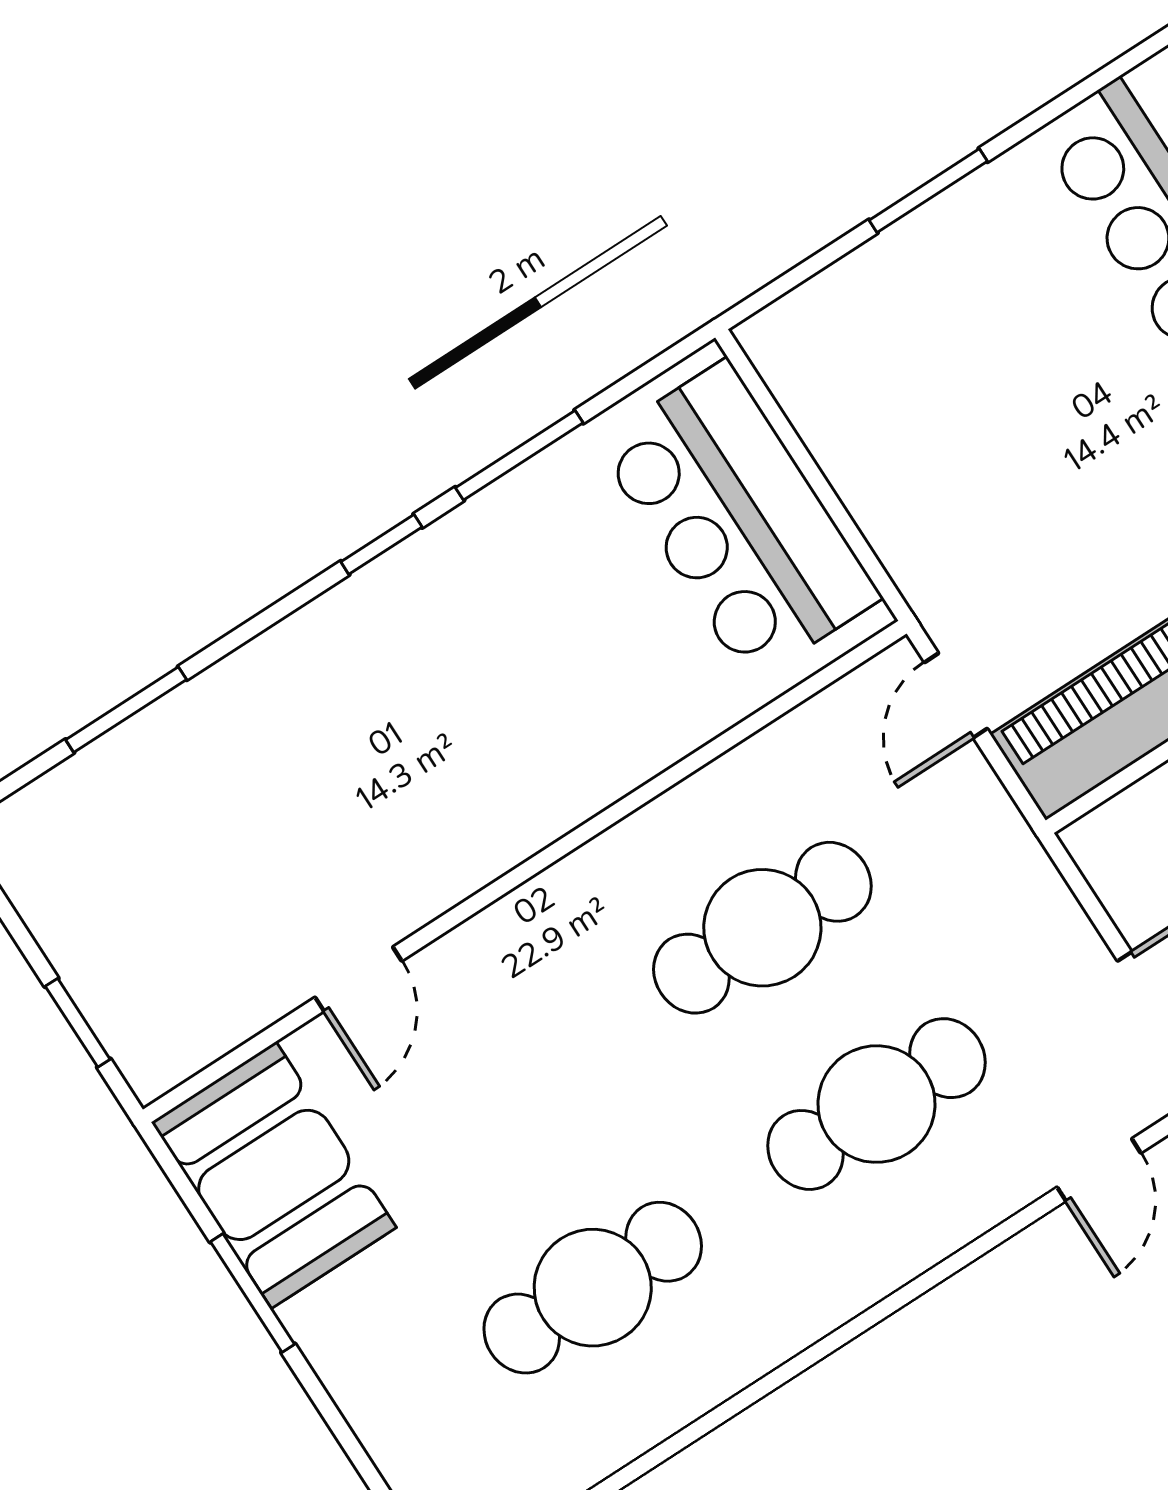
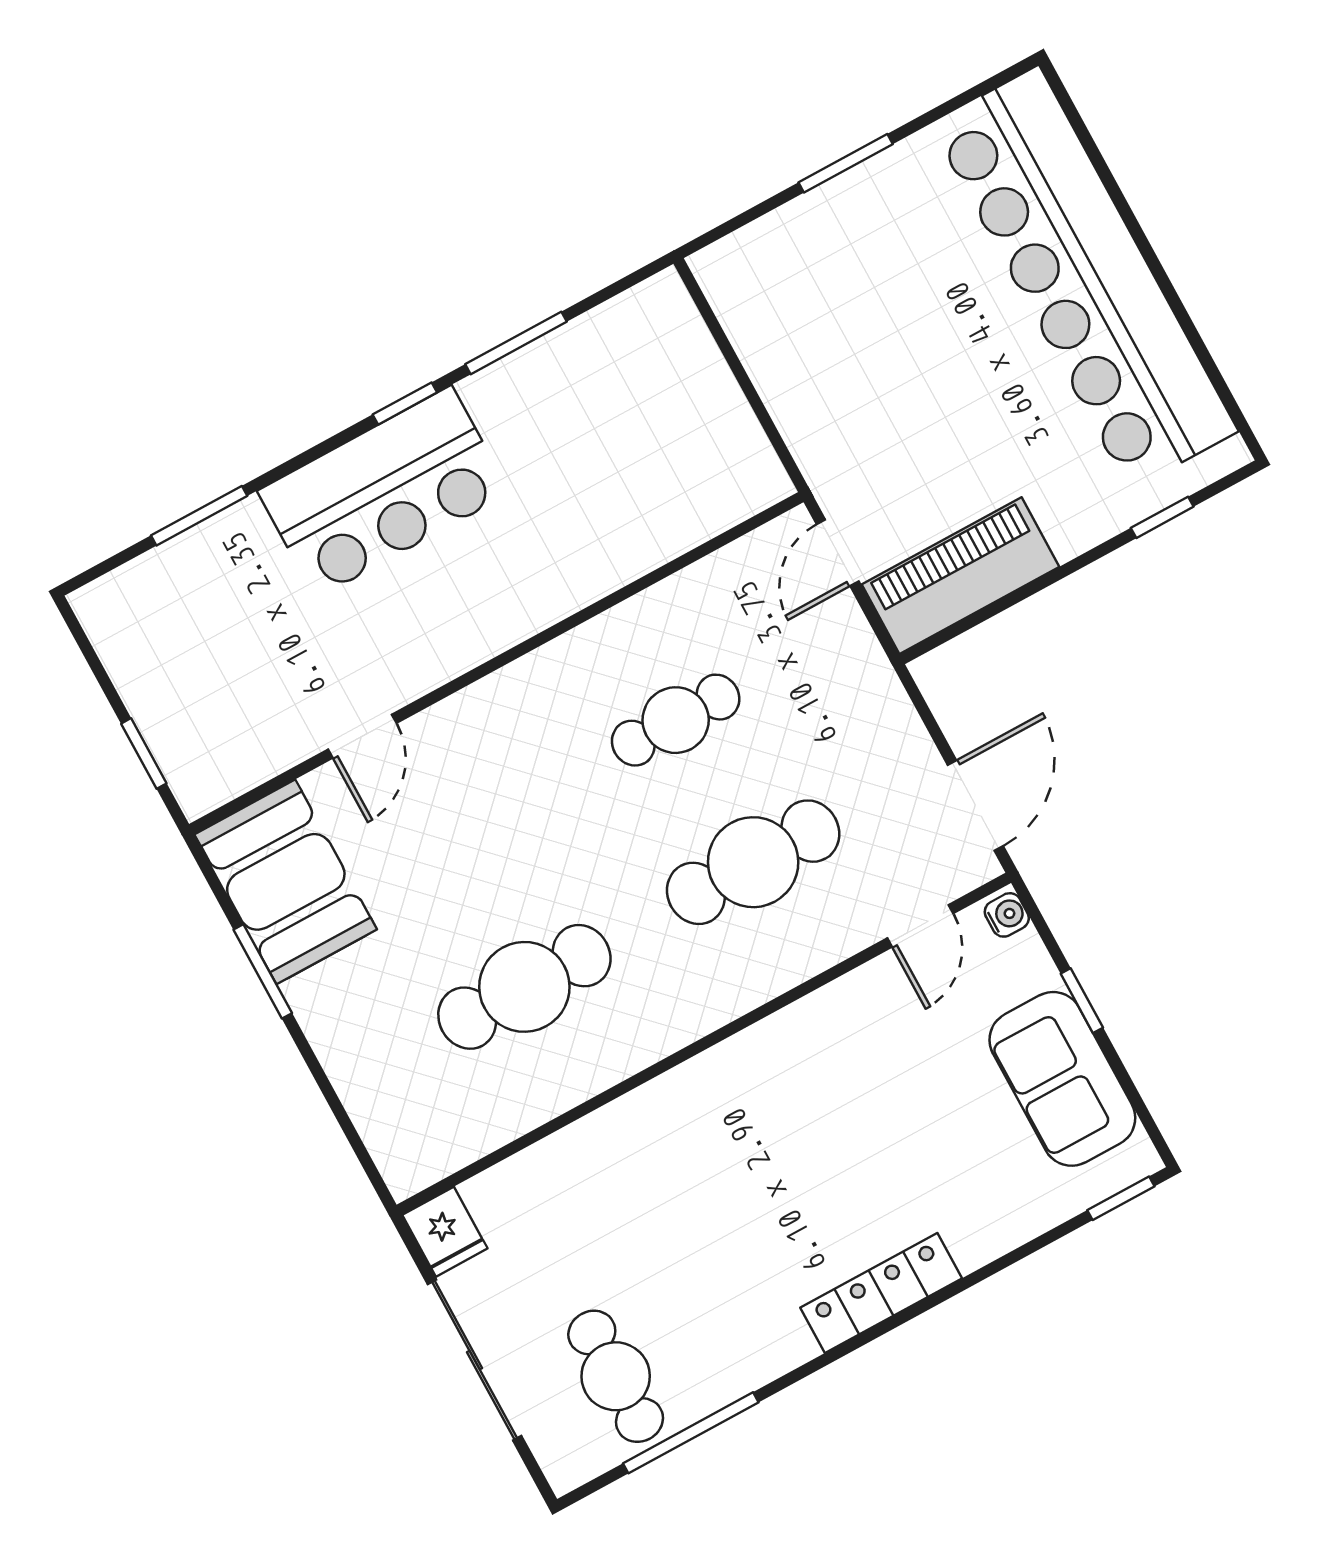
bar counter: (738, 521) -> (384, 492), moved, turned -90
cafe table: (762, 928) -> (676, 720), width x0.73, depth x0.74

